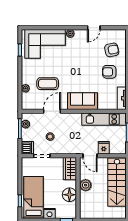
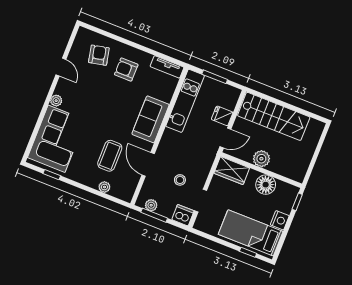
armchair: (109, 72) -> (126, 70), turned 90

